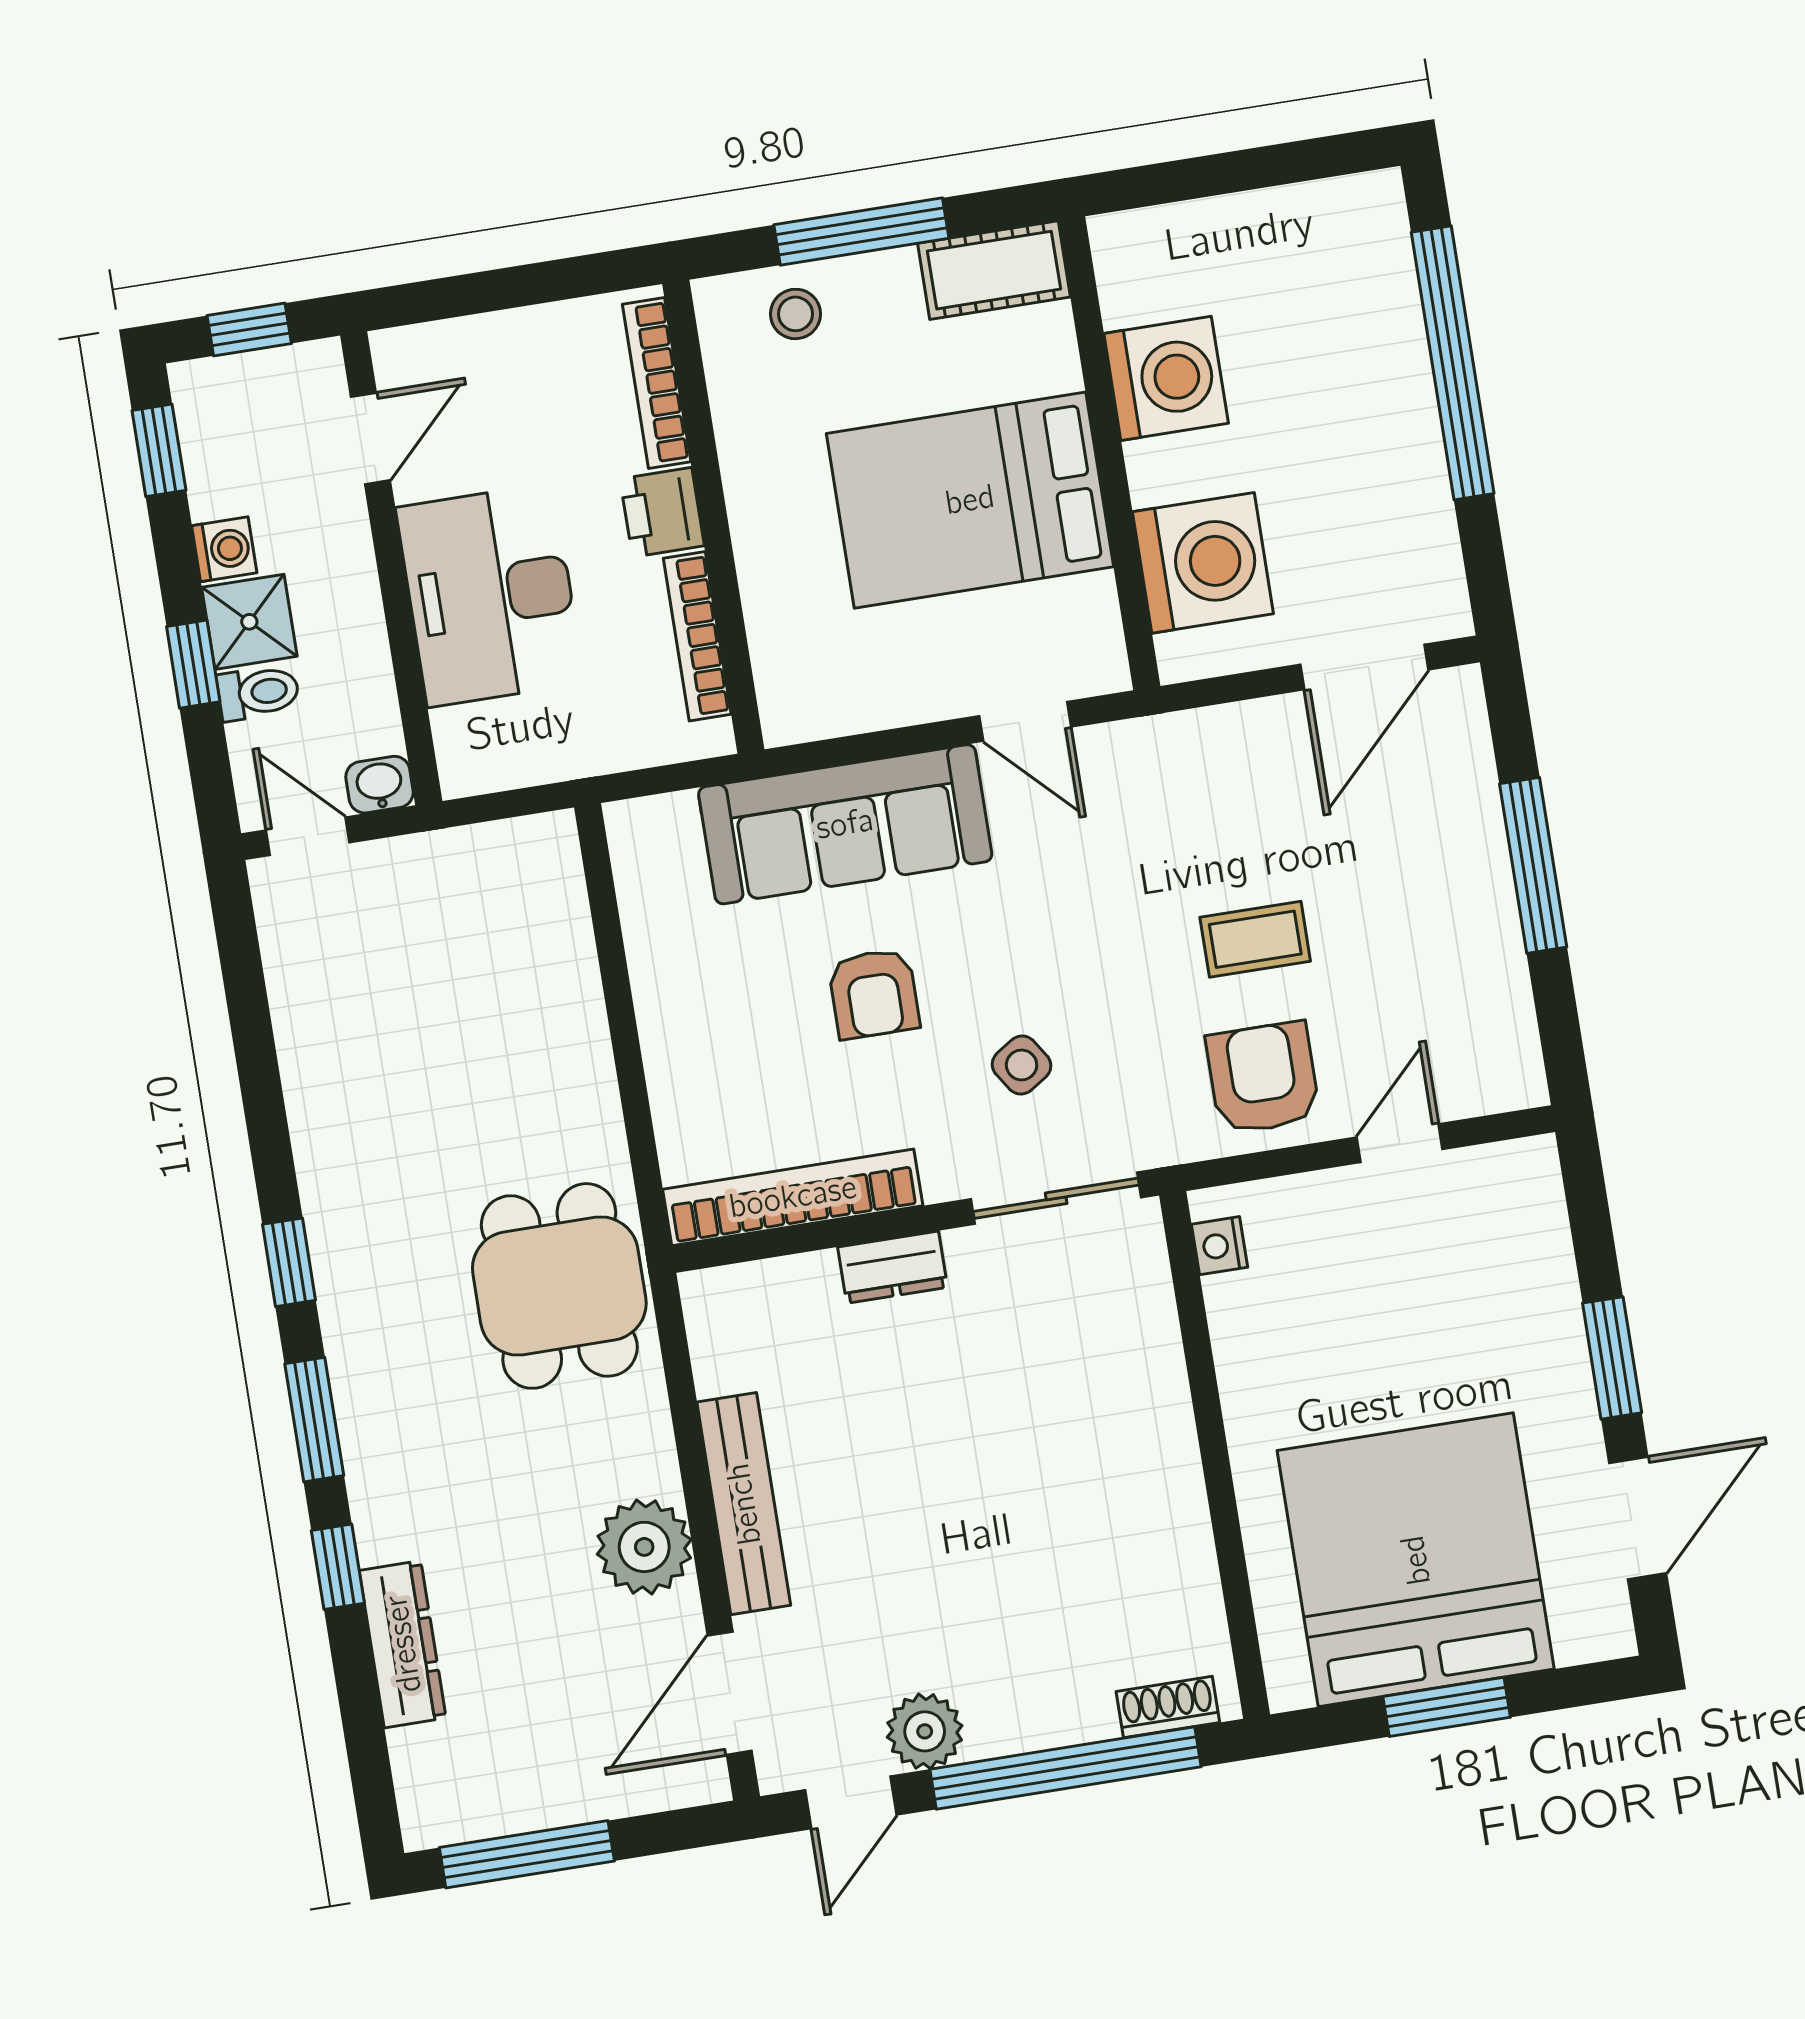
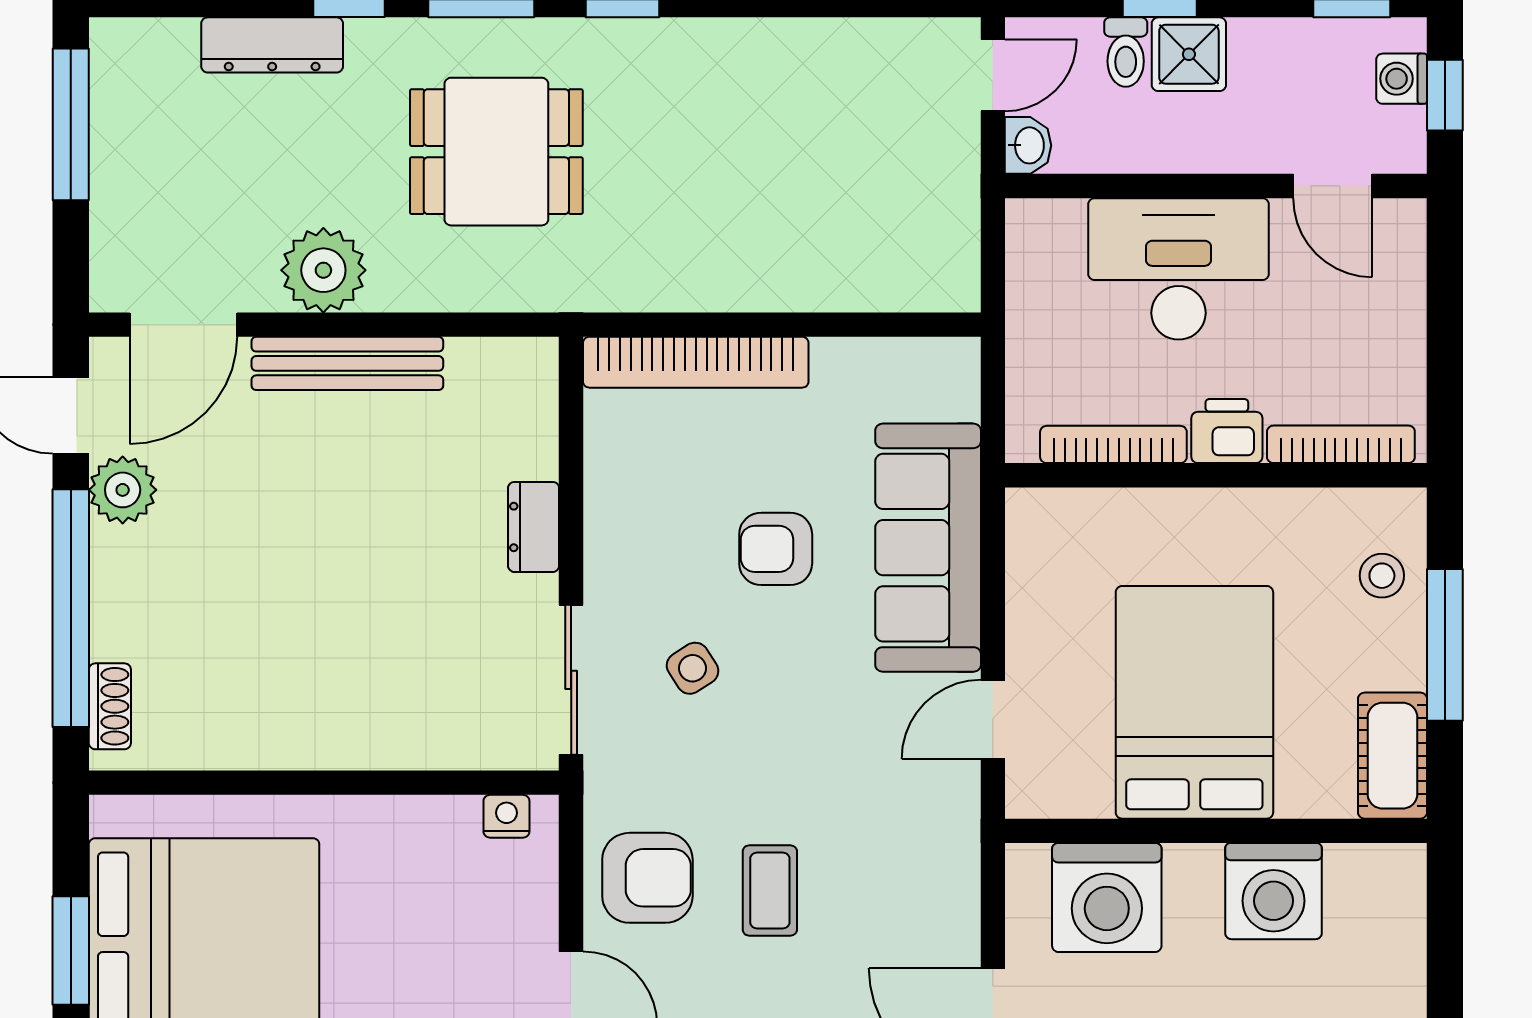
washing machine: (224, 549) -> (1402, 79), moved, turned 90
bookcase: (793, 1197) -> (696, 362), moved, turned 90
dining table: (559, 1286) -> (496, 152), moved
door: (730, 1693) -> (183, 325), swing flipped

